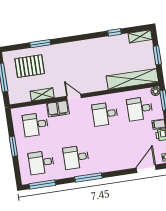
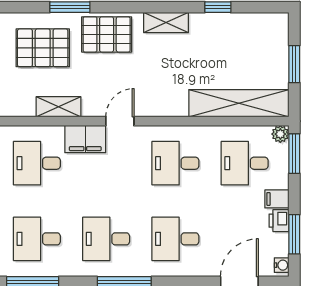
shelving: (140, 36) -> (166, 22), moved
pallet: (61, 54) -> (107, 34), added
door: (74, 97) -> (120, 121), hinge flipped
desk: (111, 152) -> (175, 239), added

